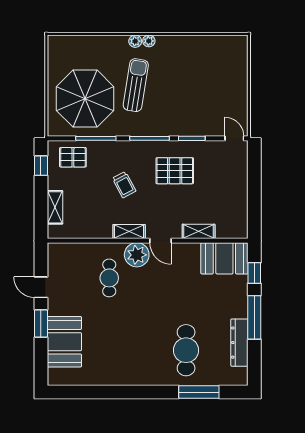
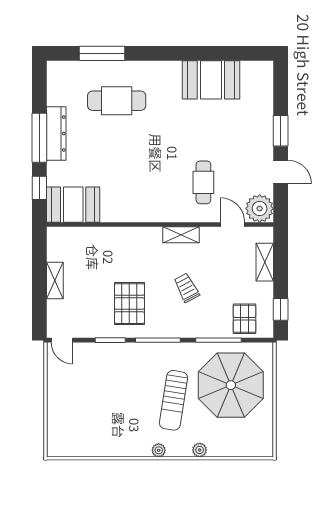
plant: (135, 41) -> (200, 450), moved
pallet: (73, 157) -> (244, 319), turned 90
pallet: (175, 171) -> (129, 304), turned 90
shelving: (199, 231) -> (55, 280), moved, turned 90
door: (161, 241) -> (233, 225), moved
plant: (137, 255) -> (260, 209), moved
booth: (64, 342) -> (211, 80), moved, turned 90
dresser: (239, 343) -> (56, 134), moved
cafe table: (186, 350) -> (117, 101), turned 90

